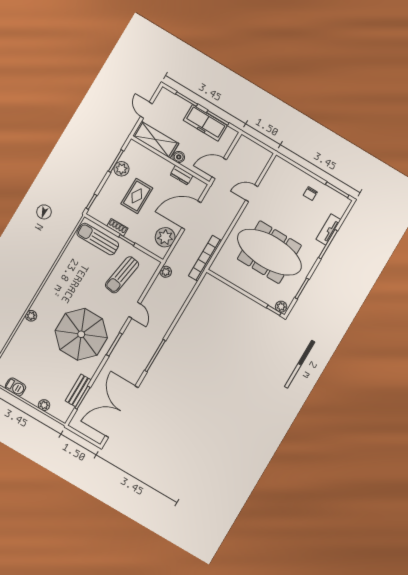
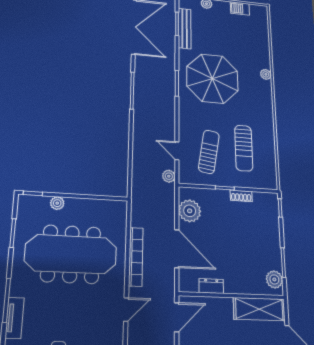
boiler: (179, 157) -> (225, 304), removed
plant: (121, 169) -> (274, 279), moved
rug: (137, 196) -> (242, 238), removed
door: (191, 215) -> (177, 249), hinge flipped
sun lounger: (98, 239) -> (244, 148), moved, turned 90
bookcase: (205, 258) -> (136, 257), moved
plant: (281, 307) -> (57, 203), moved
door: (135, 310) -> (177, 151), moved
bench: (78, 390) -> (185, 28), width x1.36

